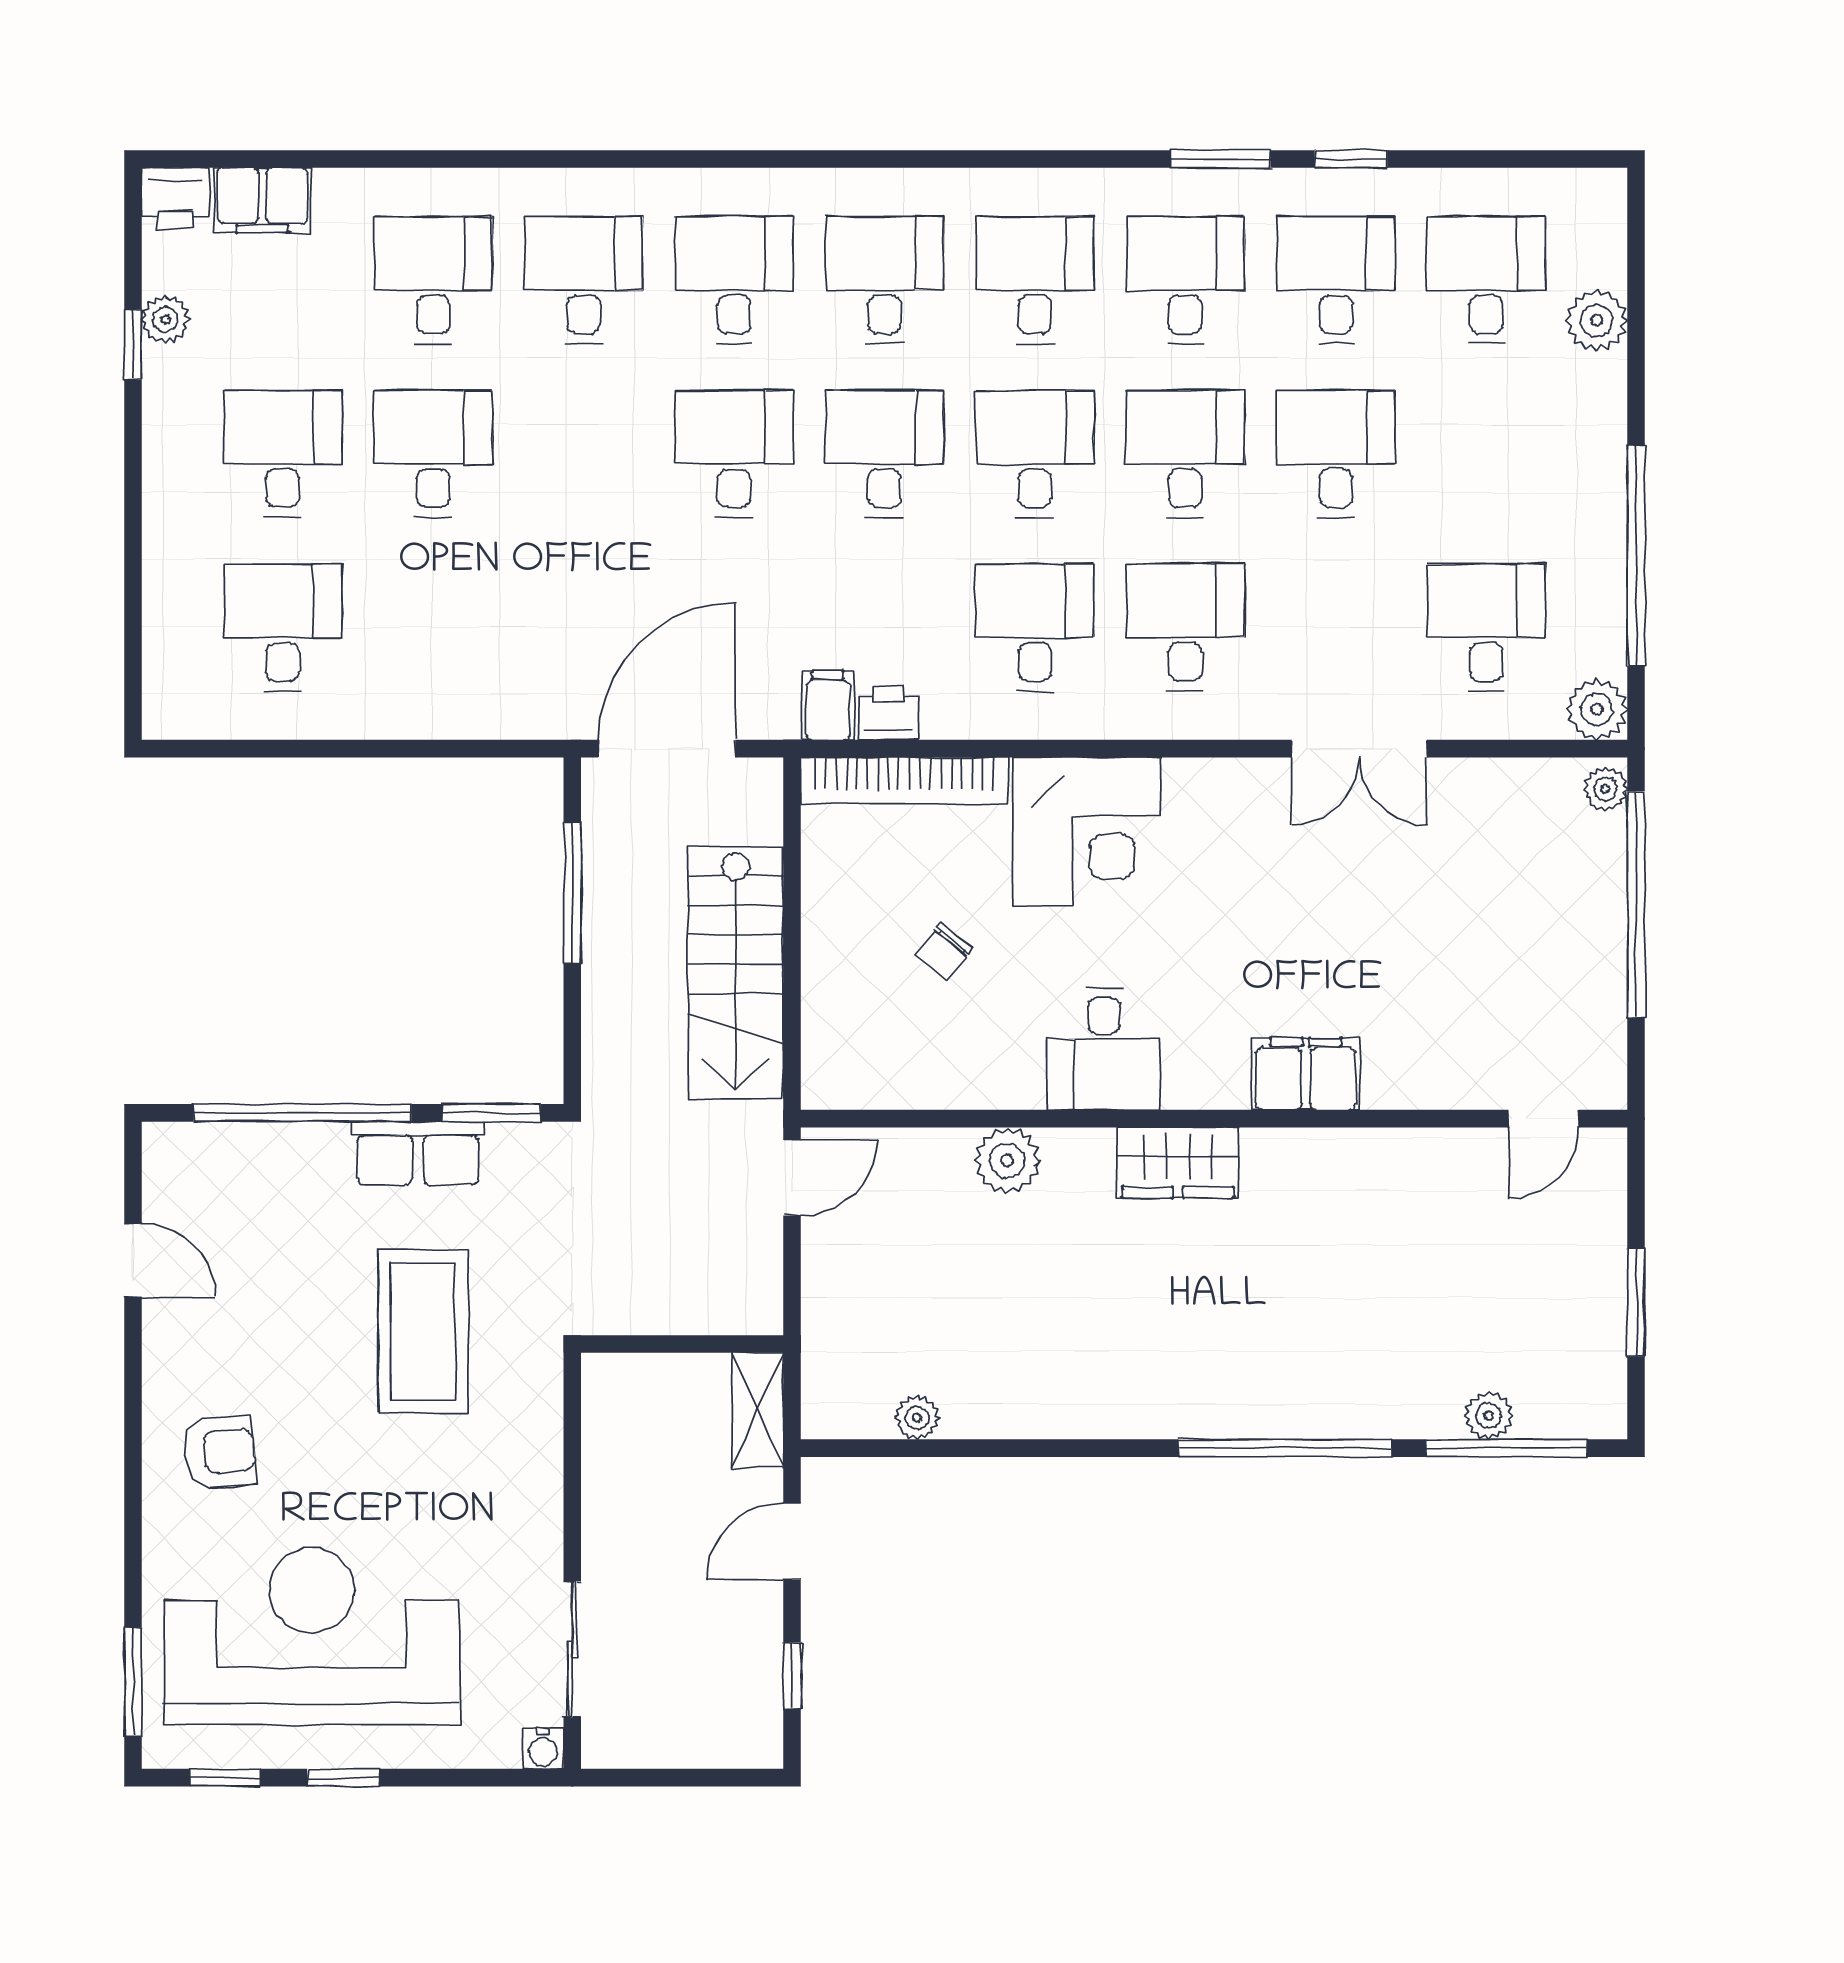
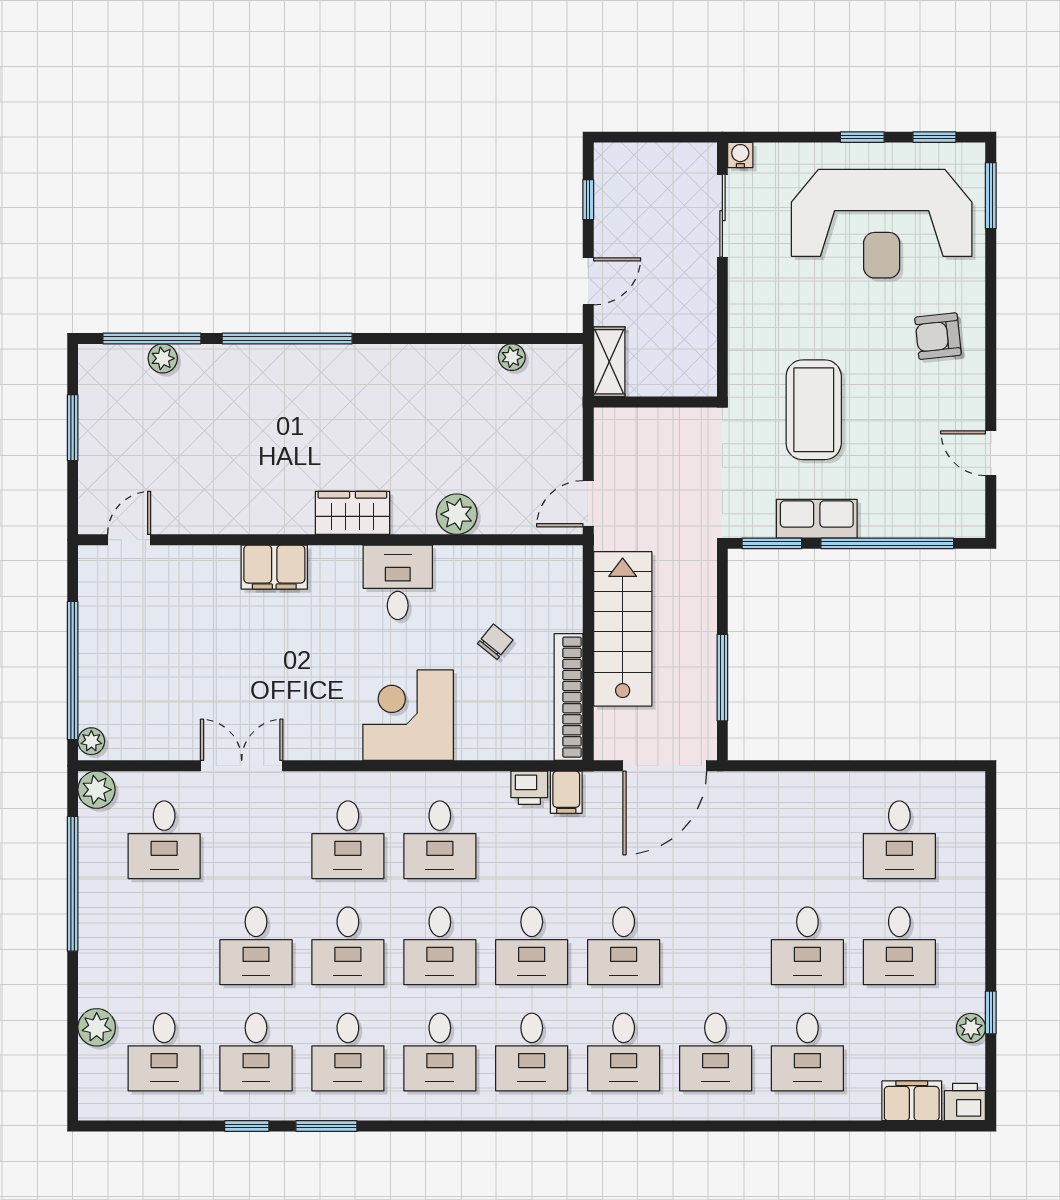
bookcase: (904, 781) -> (569, 697), moved, turned -90

